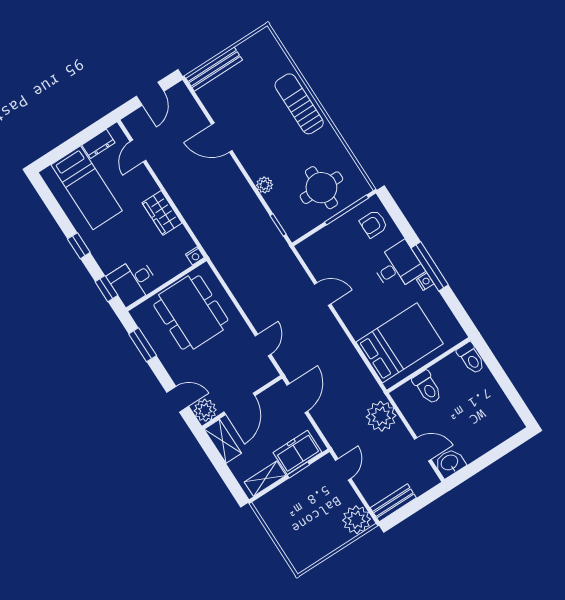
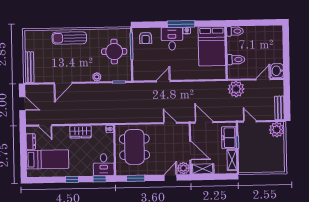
dining table: (191, 312) -> (134, 147), turned 90
bed: (400, 343) -> (212, 46), moved, turned 180

